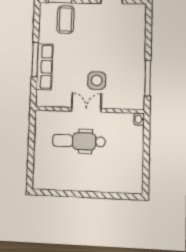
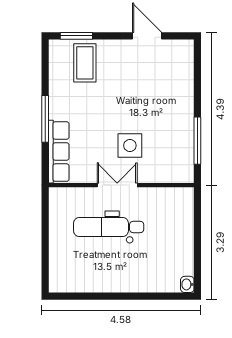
row of seats: (45, 67) -> (59, 152), moved
washbasin: (139, 119) -> (187, 284), moved

